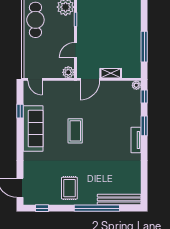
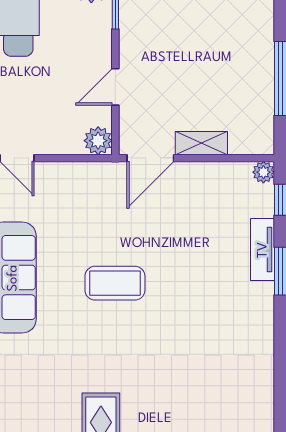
coffee table: (75, 131) -> (115, 283), turned 90
tv unit: (136, 140) -> (263, 250), moved

